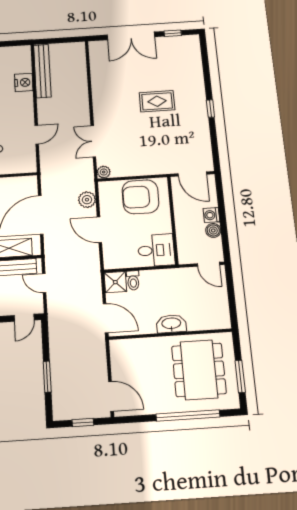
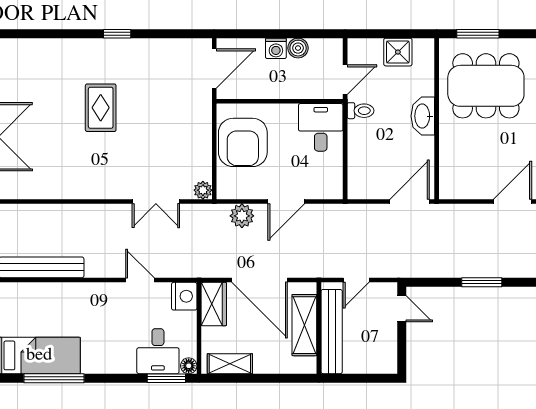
nightstand: (24, 82) -> (184, 296), moved, turned 90
wardrobe: (22, 185) -> (214, 304), added
door: (208, 264) -> (345, 80), moved
toilet: (133, 280) -> (361, 111), moved
shower: (115, 282) -> (398, 52), moved
window: (240, 376) -> (478, 34), moved

